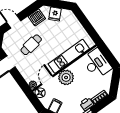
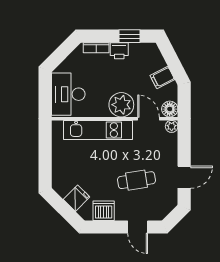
door: (47, 80) -> (148, 119), swing flipped

